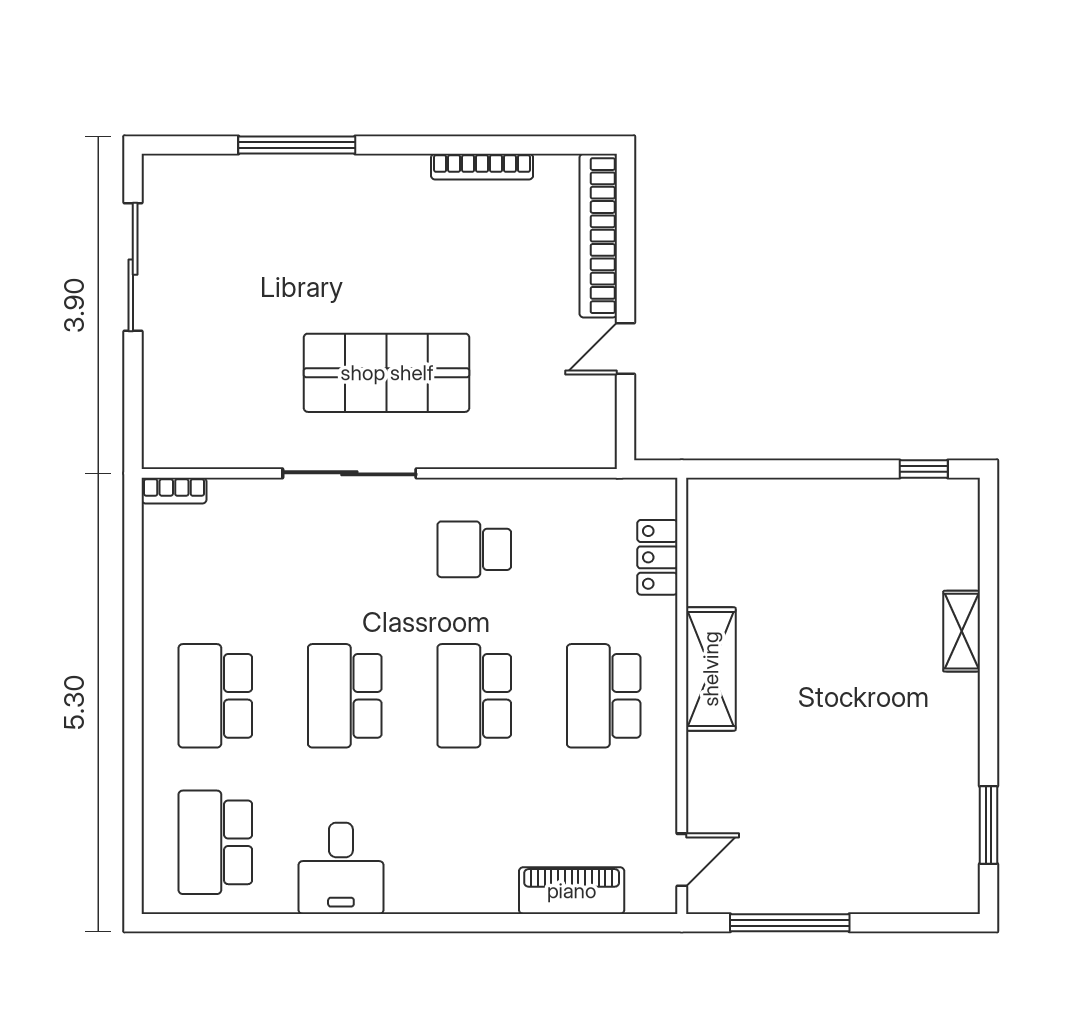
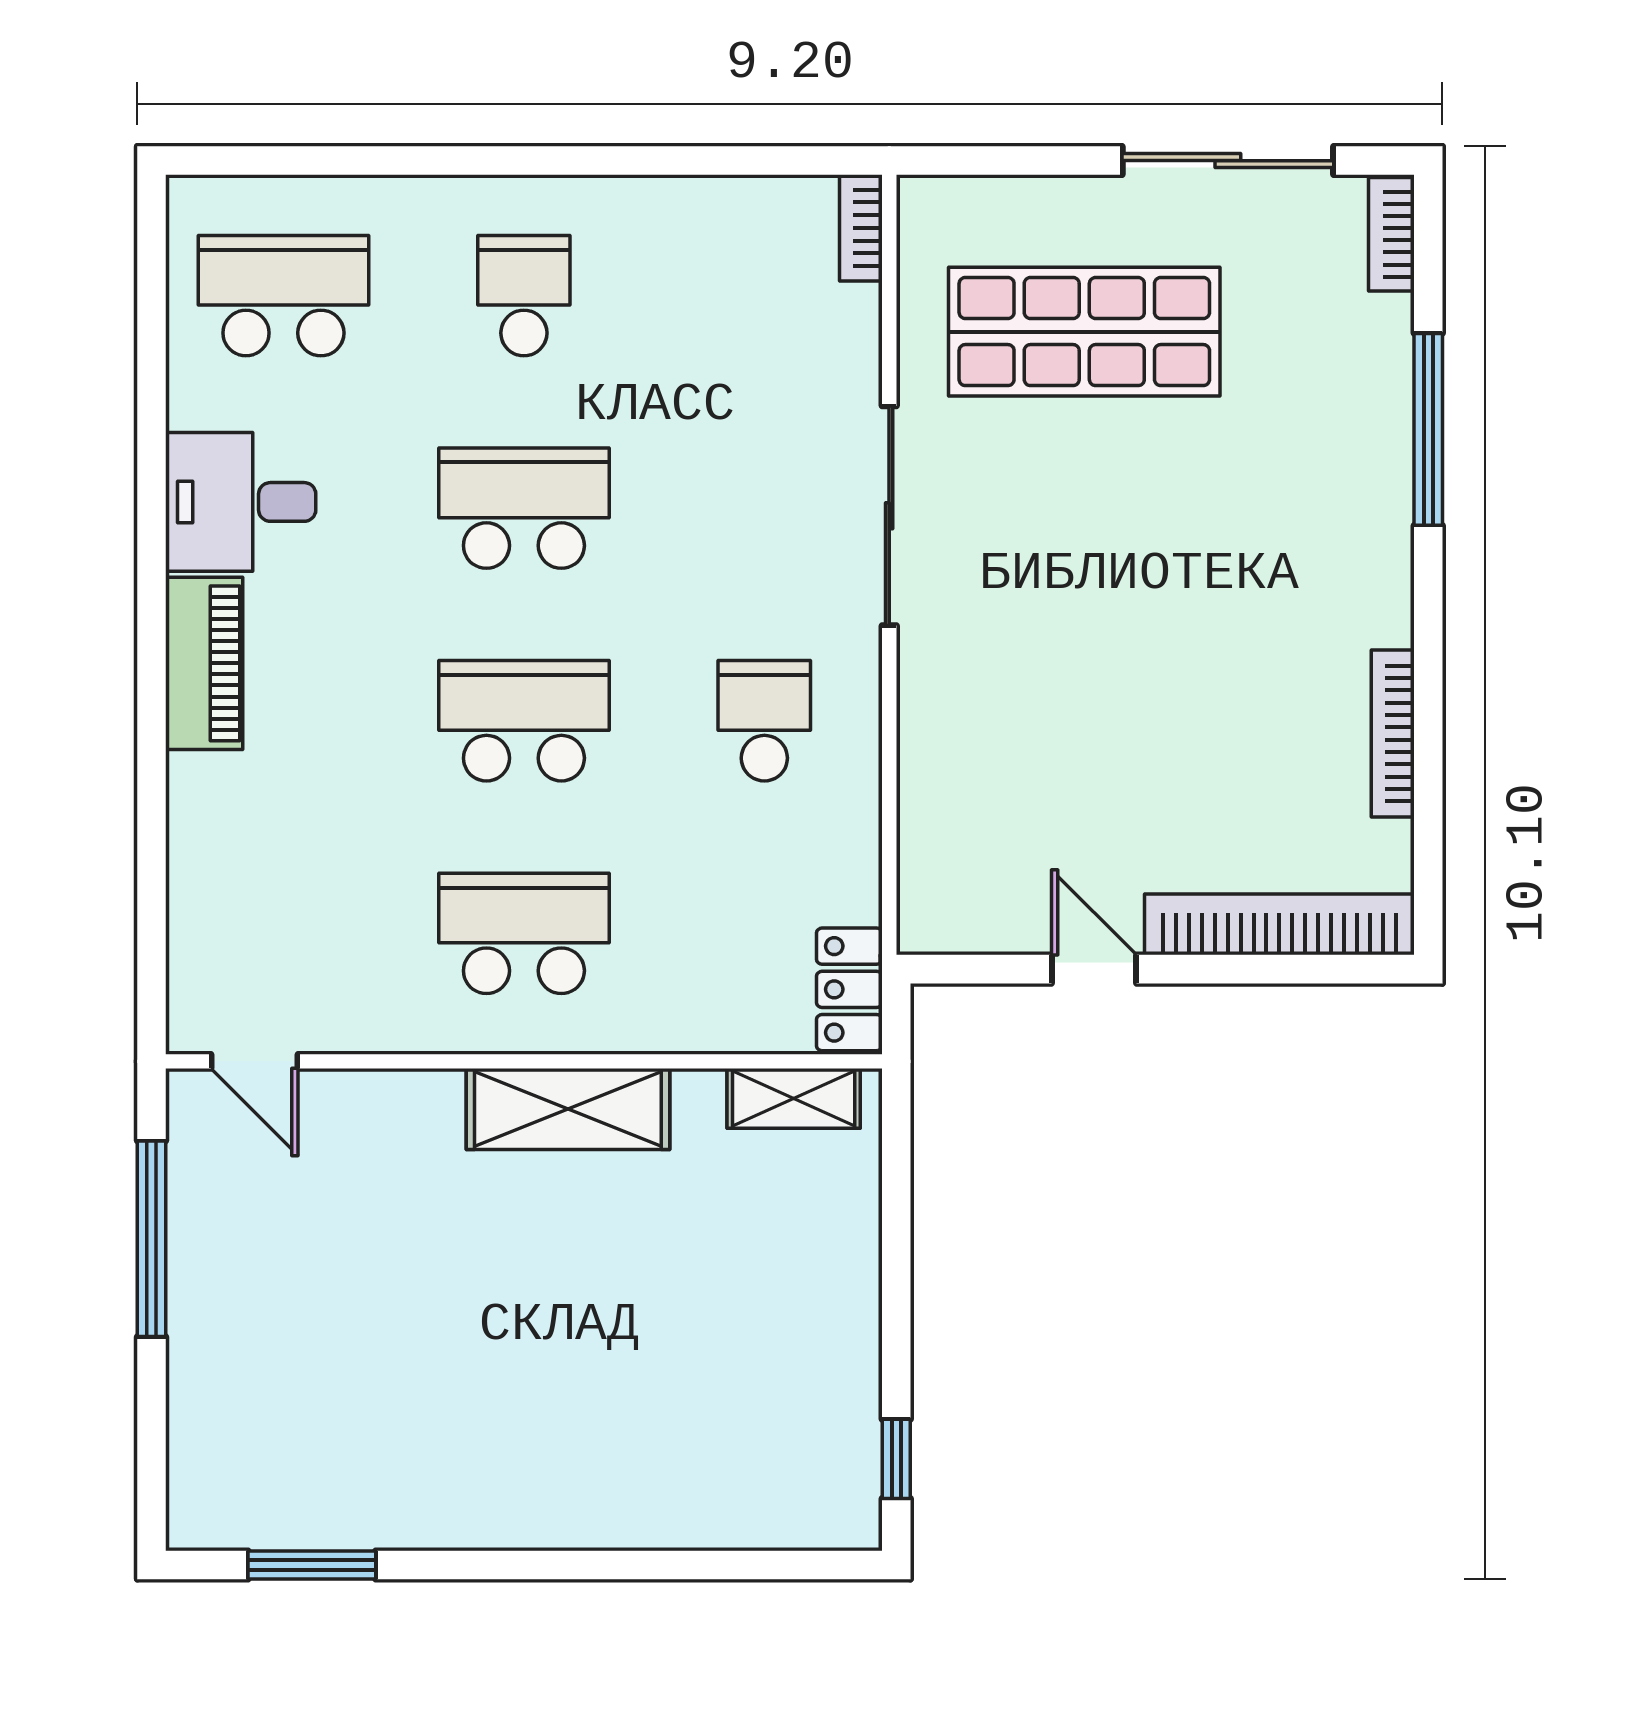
bookcase: (178, 167) -> (1391, 234), added
shop shelf: (387, 373) -> (1084, 332), moved, turned 90
locker: (657, 557) -> (849, 989), moved, turned -90
shelving: (962, 631) -> (794, 1098), moved
school desk: (215, 696) -> (524, 296), width x0.54
piano: (572, 891) -> (204, 663), moved

